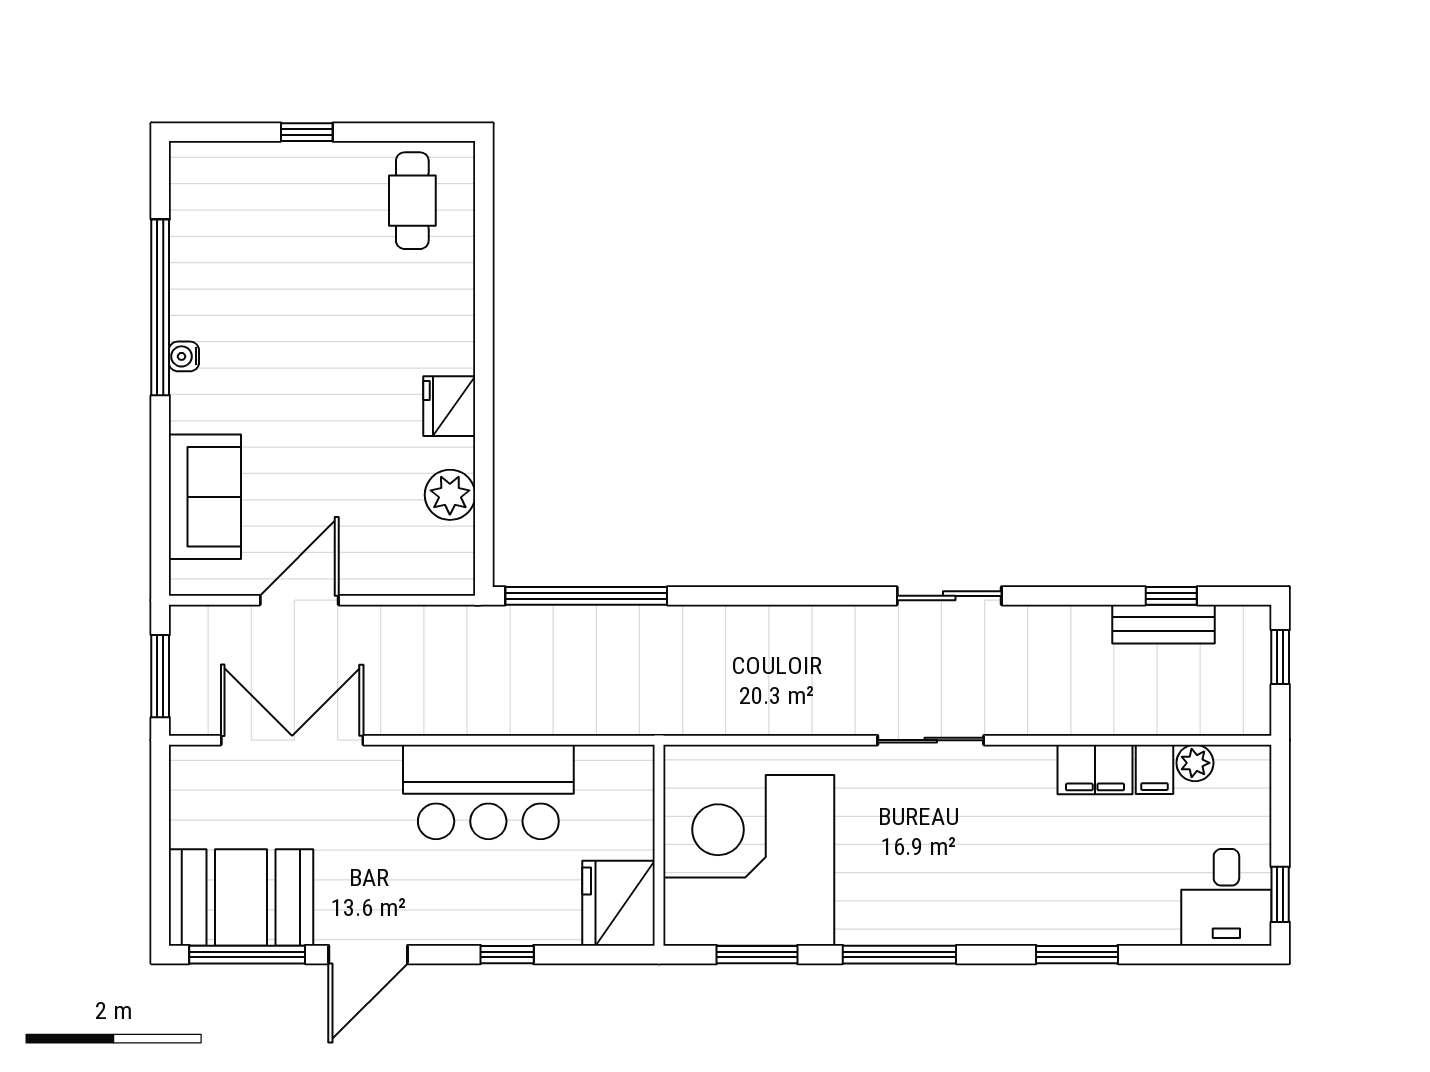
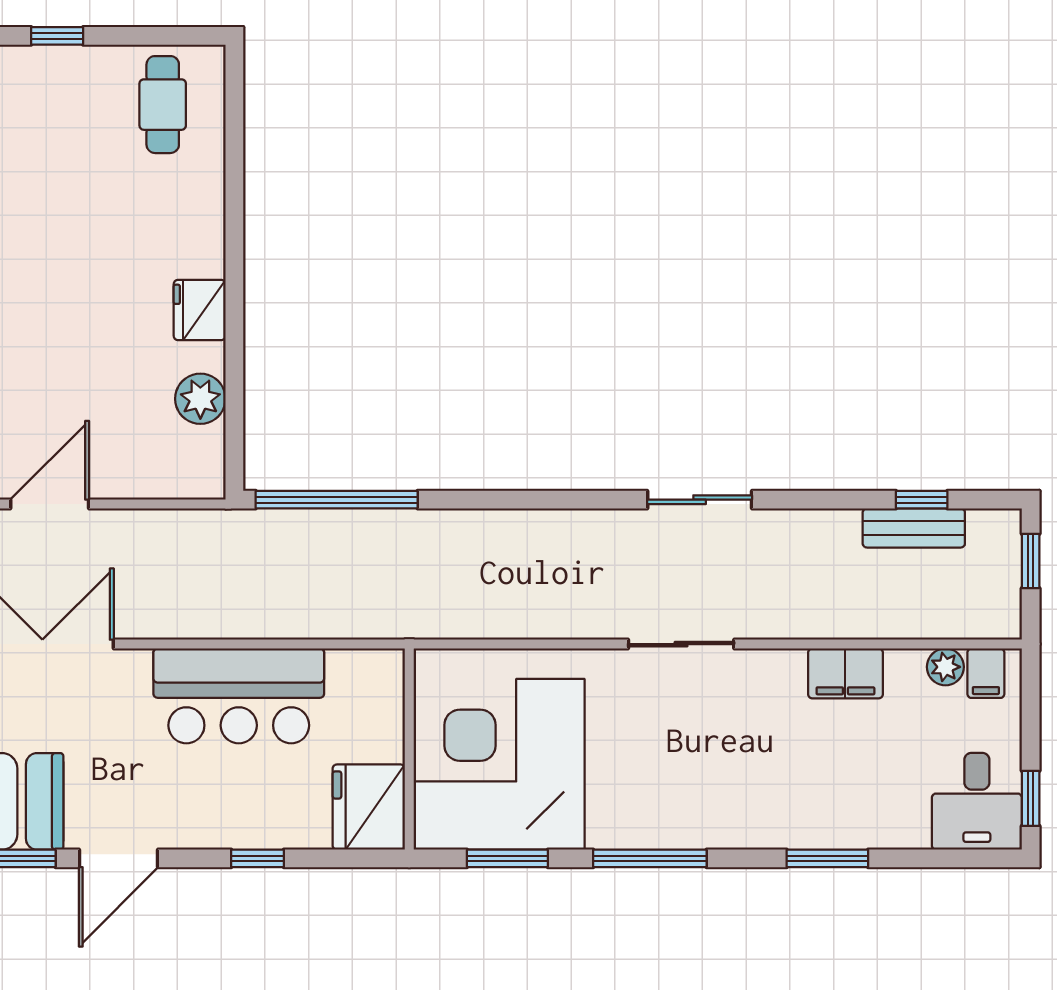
filing cabinet: (1154, 769) -> (986, 673), moved

